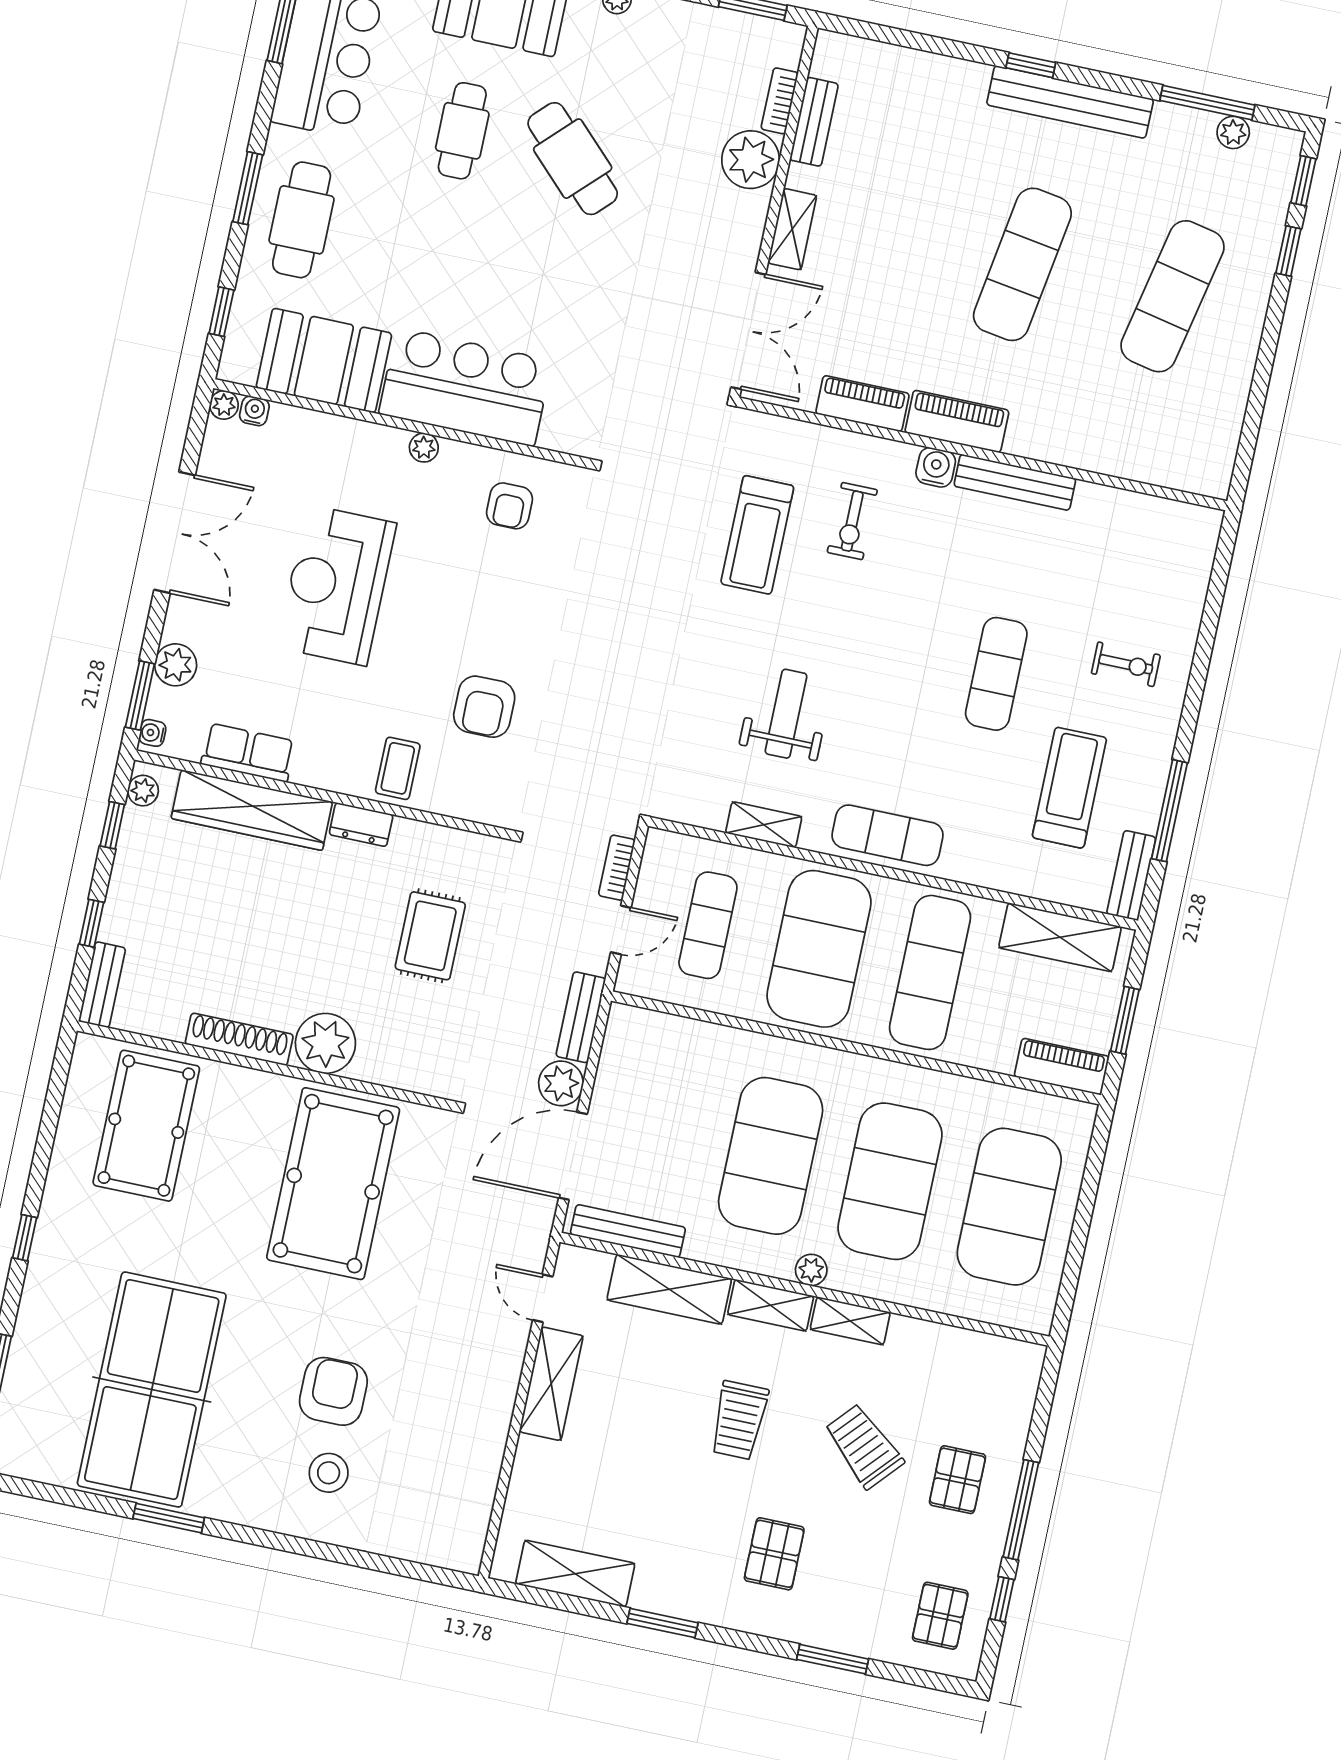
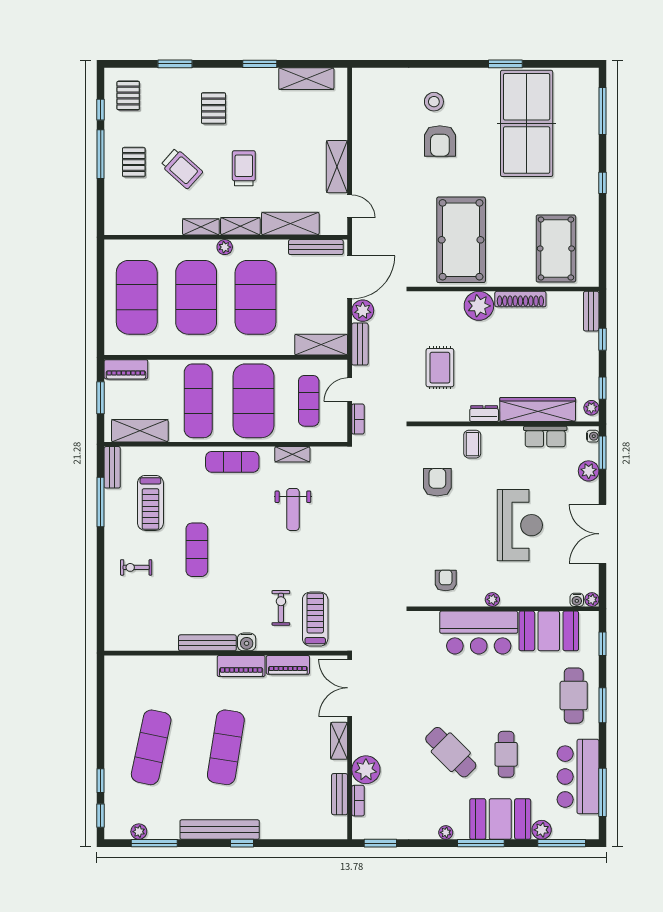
treadmill: (757, 535) -> (315, 619), moved
shelving: (659, 1033) -> (321, 345), added

